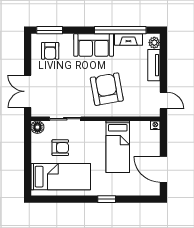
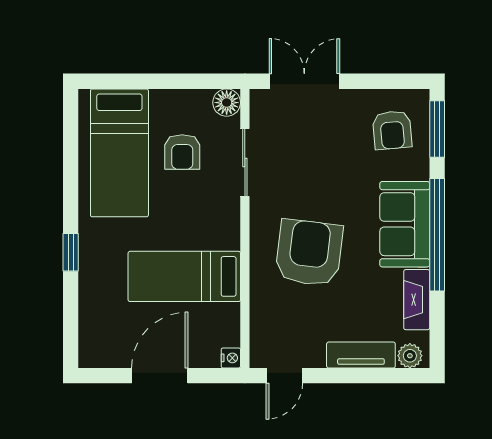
window: (120, 30) -> (437, 235), moved
armchair: (50, 51) -> (392, 130), turned -95
armchair: (107, 89) -> (309, 253), turned -73
door: (163, 169) -> (160, 376), moved

